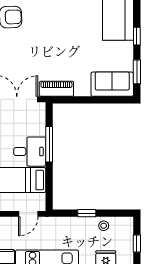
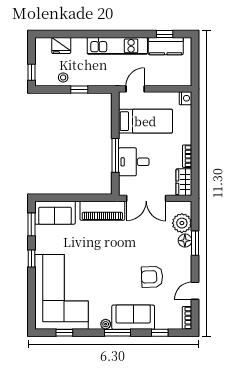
piano: (56, 89) -> (102, 211), width x1.37, depth x1.33
desk: (30, 152) -> (134, 162), moved
window: (137, 243) -> (31, 72), moved

